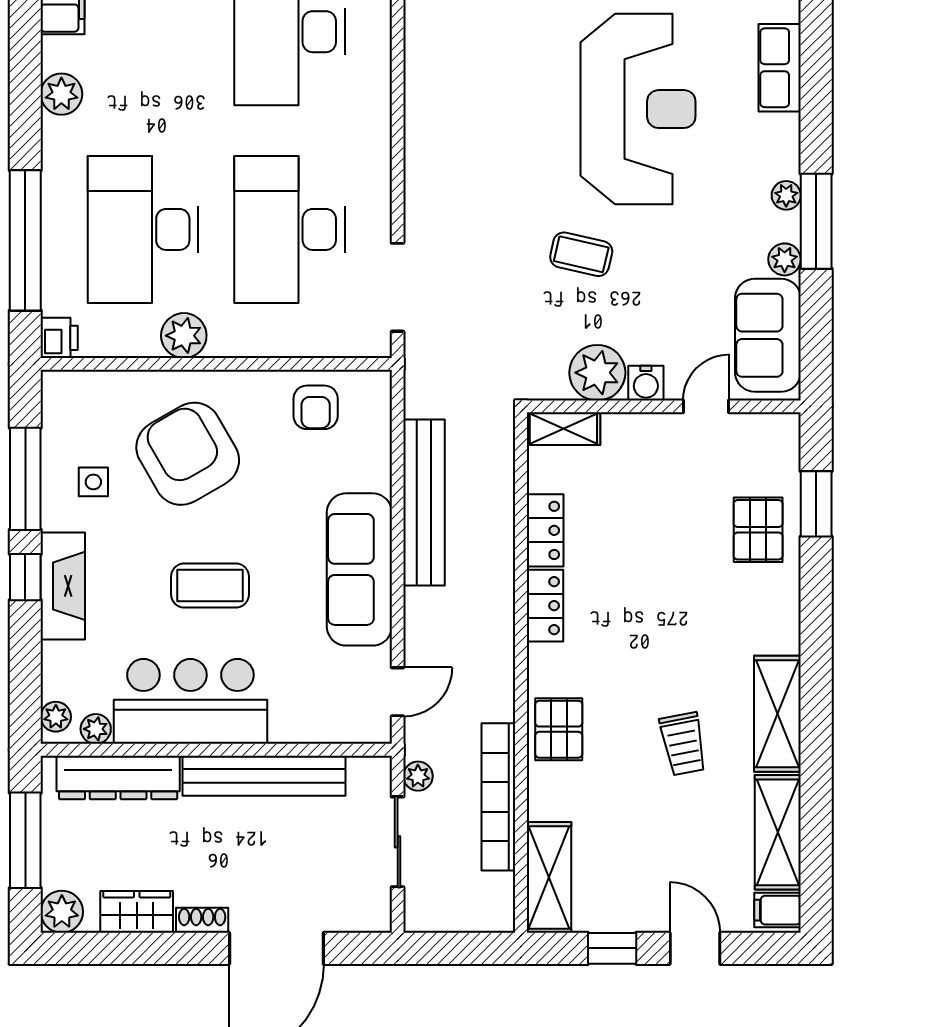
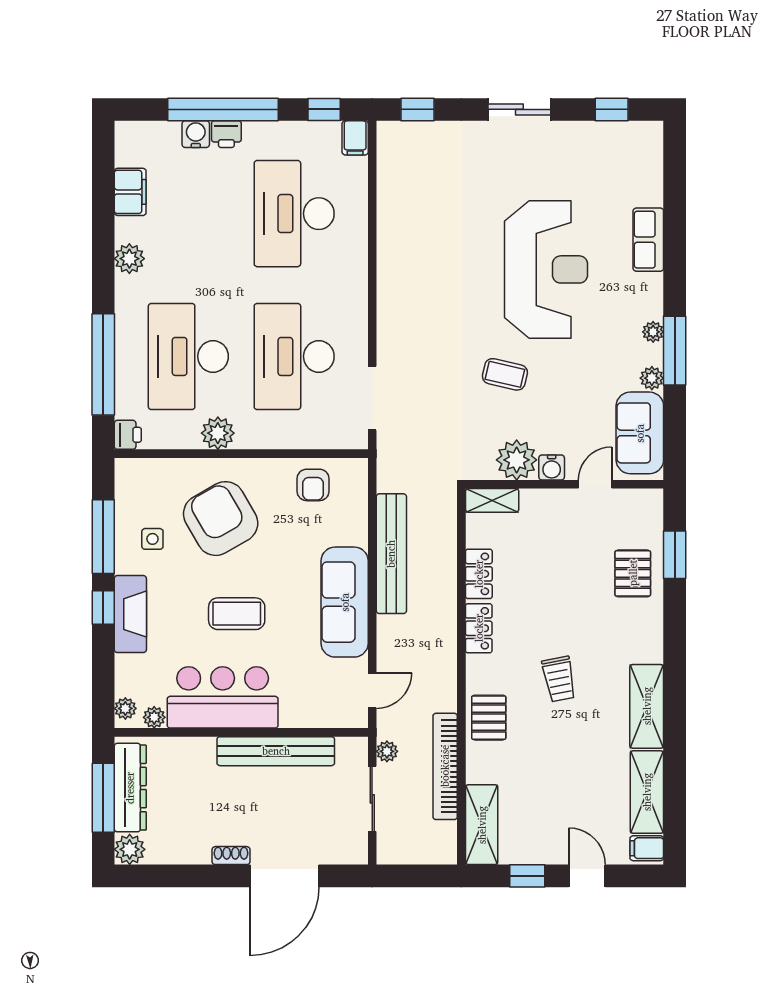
trolley: (683, 744) -> (559, 679), moved
dresser: (118, 777) -> (130, 788), moved, turned -90
wardrobe: (137, 912) -> (184, 850), removed

